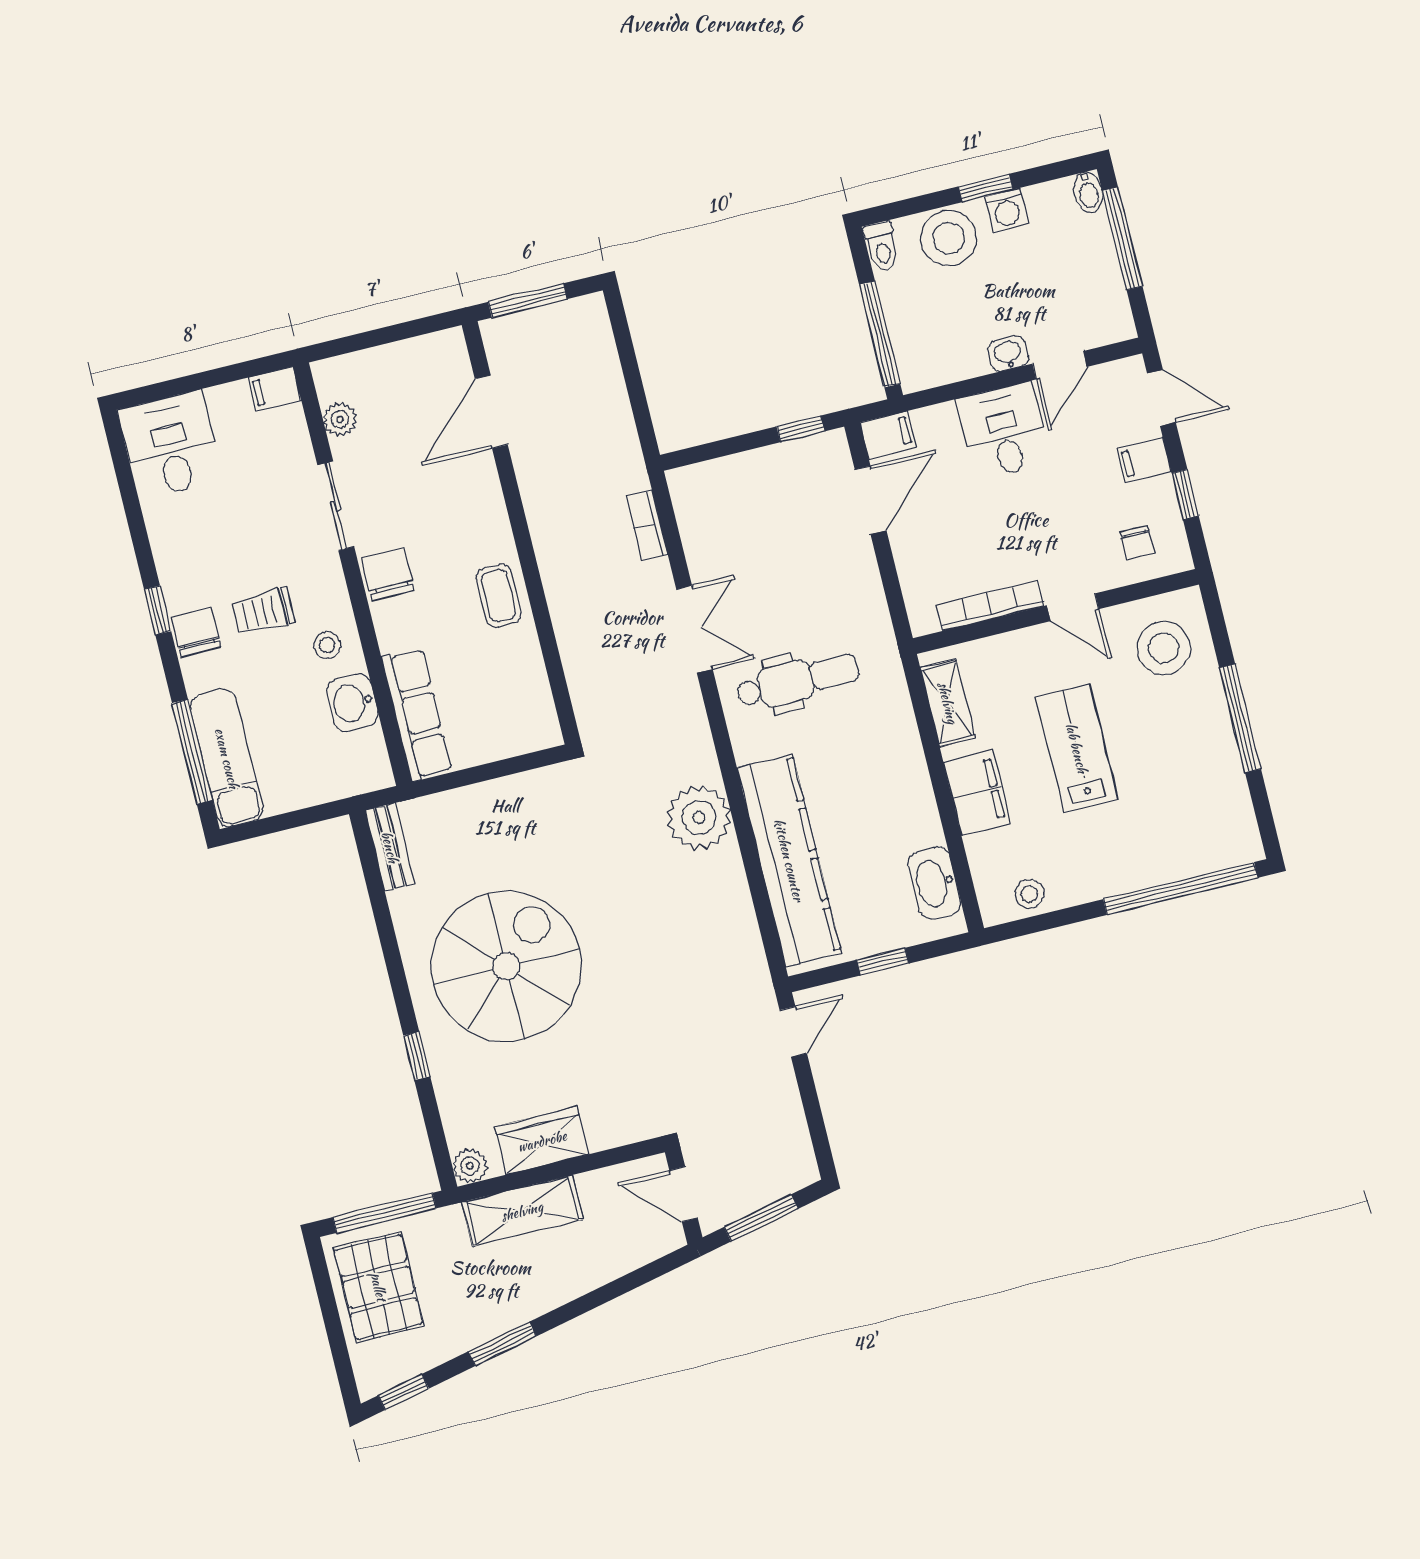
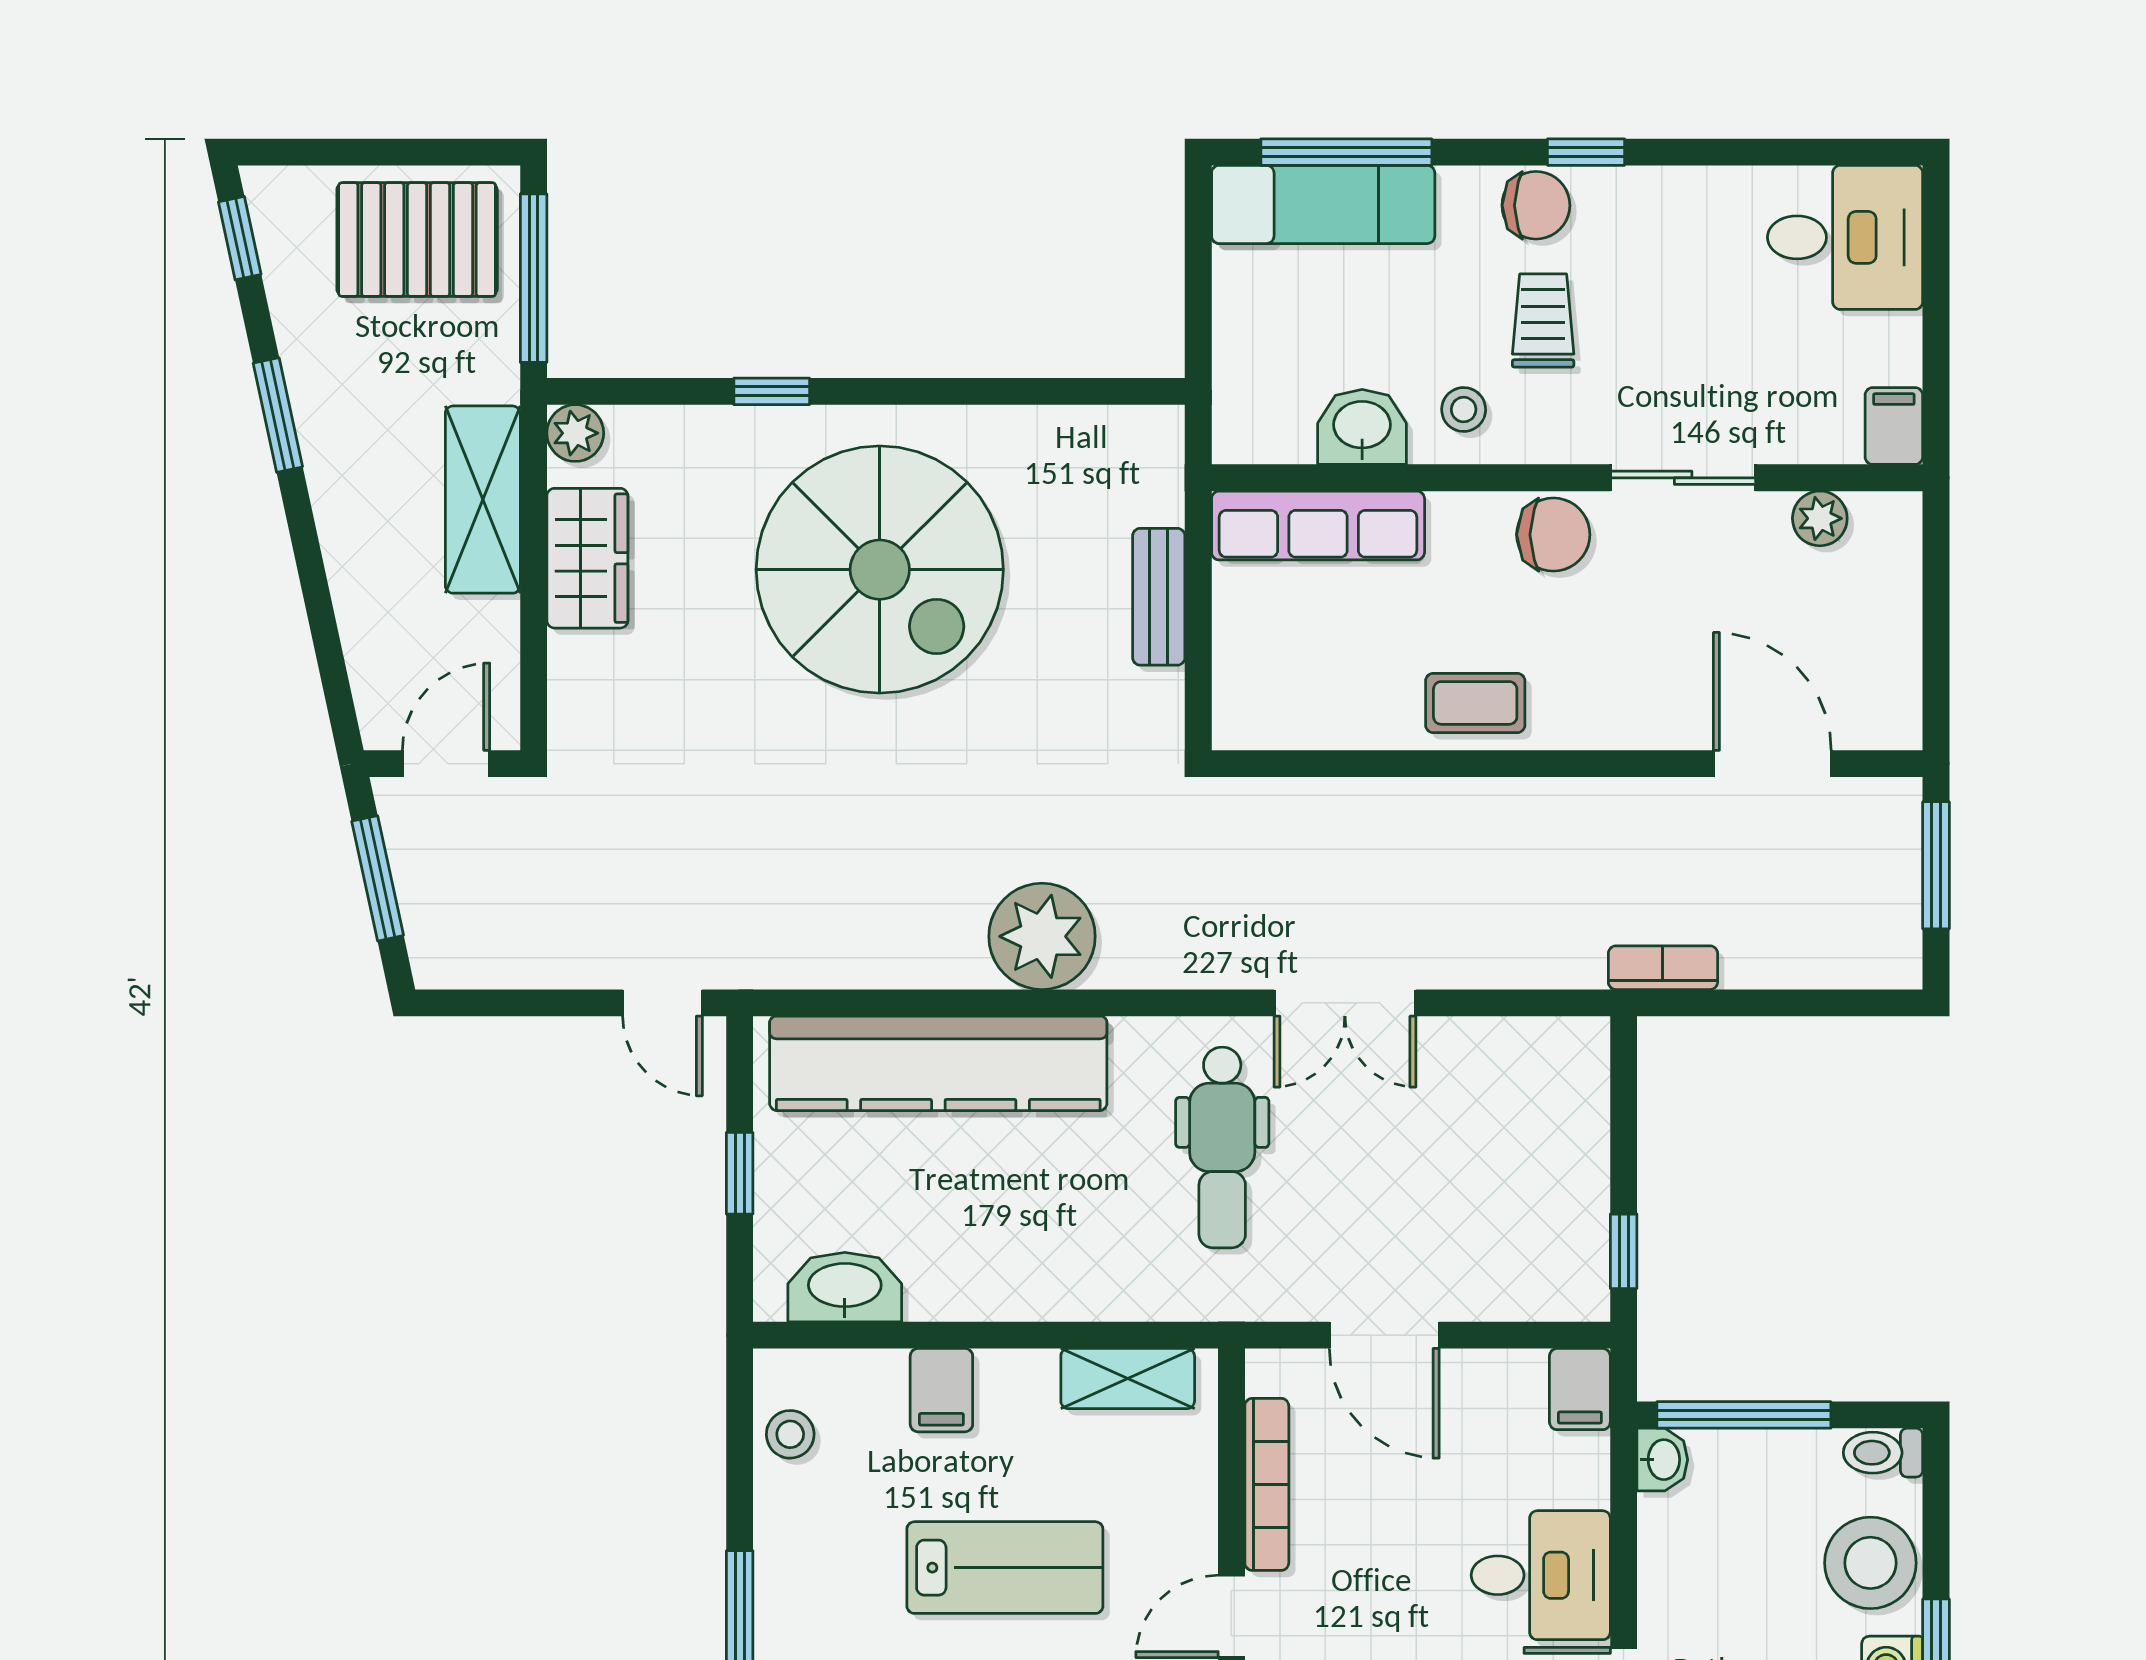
washbasin: (1008, 354) -> (1662, 1460), moved
door: (871, 500) -> (1384, 1335), moved
bookcase: (647, 525) -> (1663, 968), moved
filing cabinet: (977, 793) -> (941, 1390), width x0.50
bench: (390, 847) -> (1159, 597), moved, turned 90

